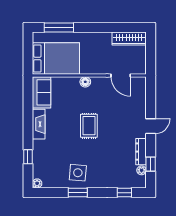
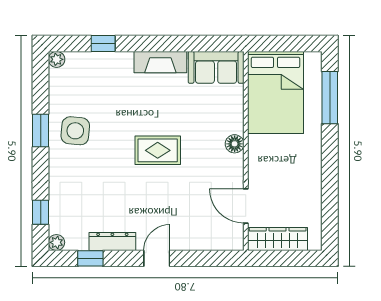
wardrobe: (129, 39) -> (278, 239), moved, turned 90
door: (121, 75) -> (246, 206), hinge flipped
door: (151, 126) -> (157, 258), swing flipped
plant: (142, 170) -> (56, 242), moved

